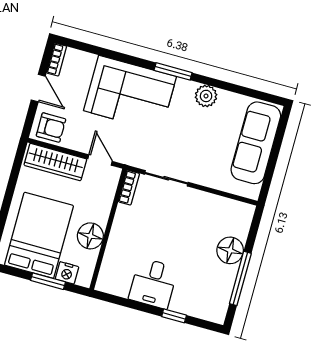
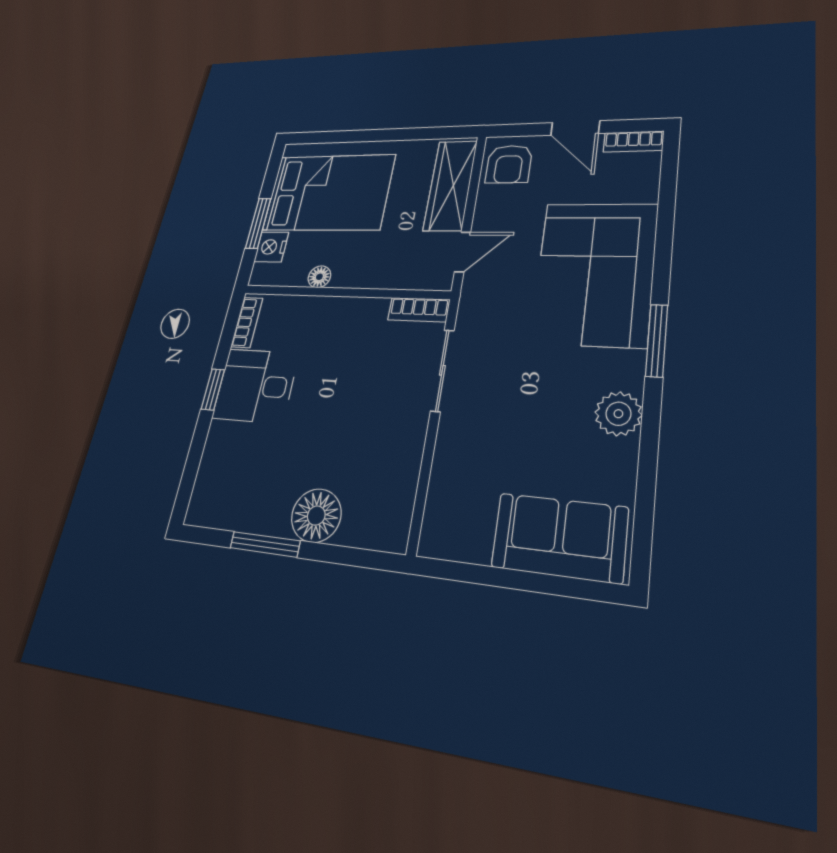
door: (38, 88) -> (575, 128), hinge flipped
sofa: (256, 143) -> (559, 537), width x0.73
floor lamp: (90, 236) -> (319, 277), width x0.53, depth x0.53
window: (240, 278) -> (265, 544), width x0.69
bookcase: (113, 289) -> (247, 322), added
window: (174, 316) -> (213, 389), moved

